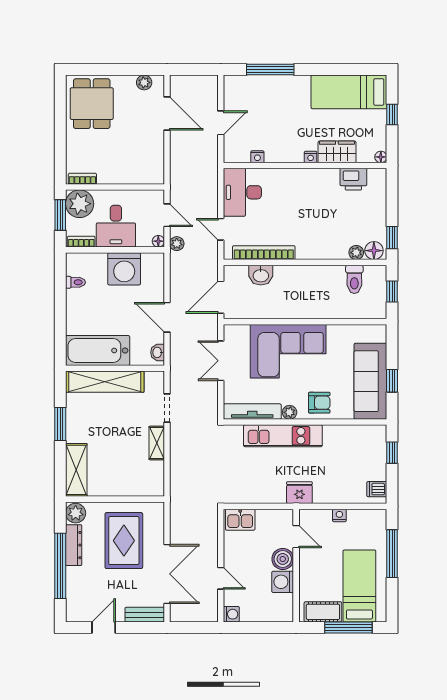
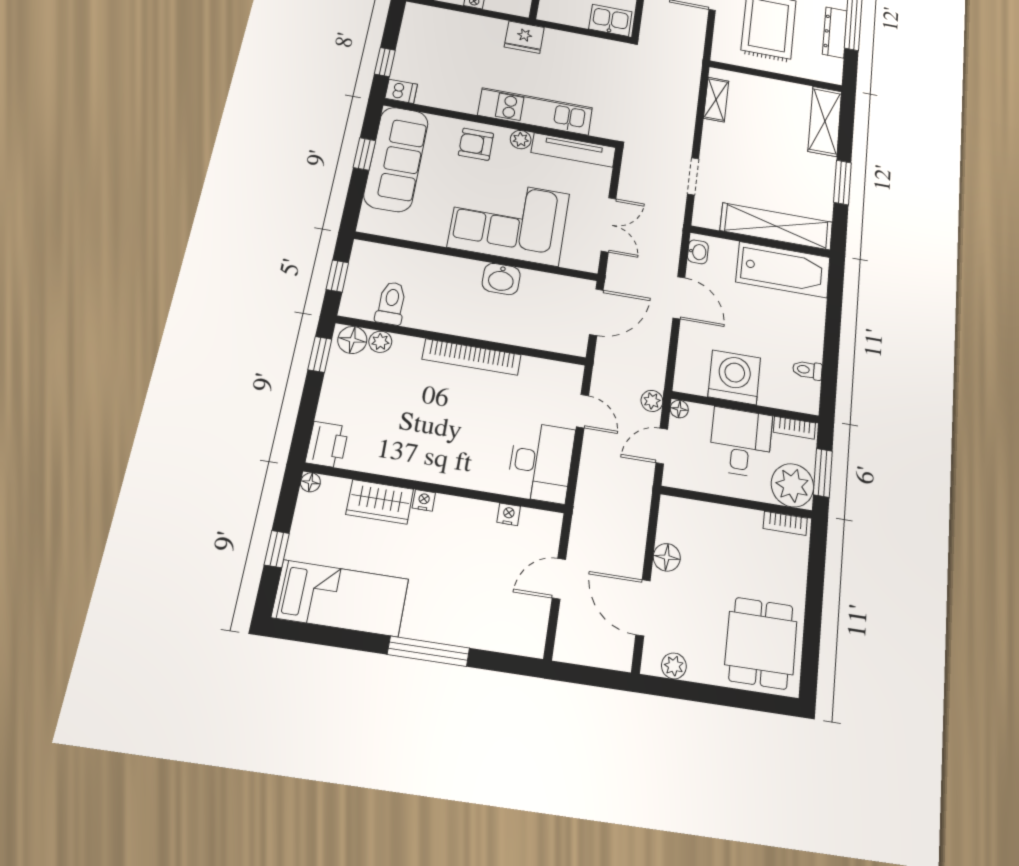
window: (270, 70) -> (428, 651), moved
floor lamp: (156, 146) -> (667, 557), added
printer: (353, 179) -> (327, 445), moved, turned 90
door: (167, 215) -> (662, 446), hinge flipped
bookcase: (264, 253) -> (472, 357), moved
washbasin: (261, 275) -> (501, 279), moved, turned 180
shelving: (157, 443) -> (716, 100), moved
dishwasher: (377, 489) -> (401, 91), moved
plant: (76, 513) -> (830, 69), removed

